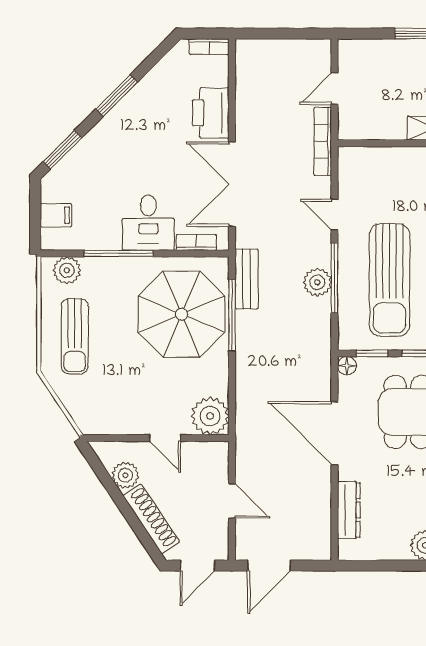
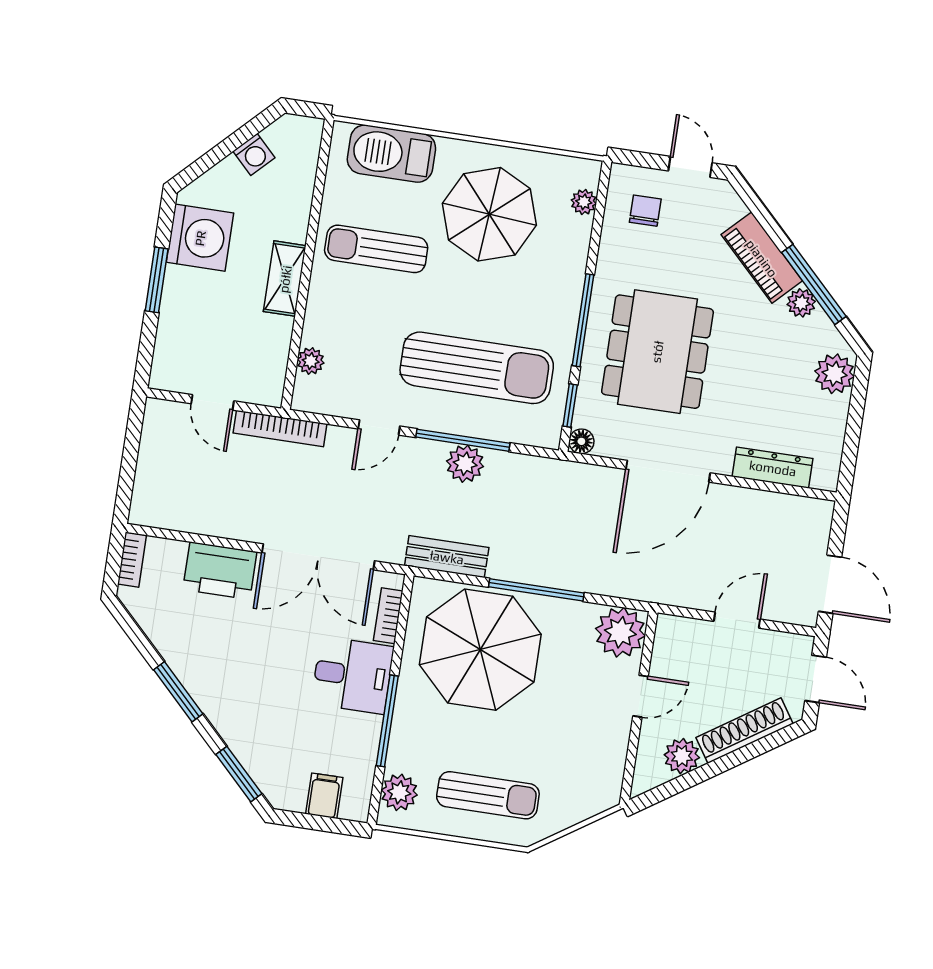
plant: (376, 156) -> (311, 361), added
window: (232, 315) -> (536, 590), moved

